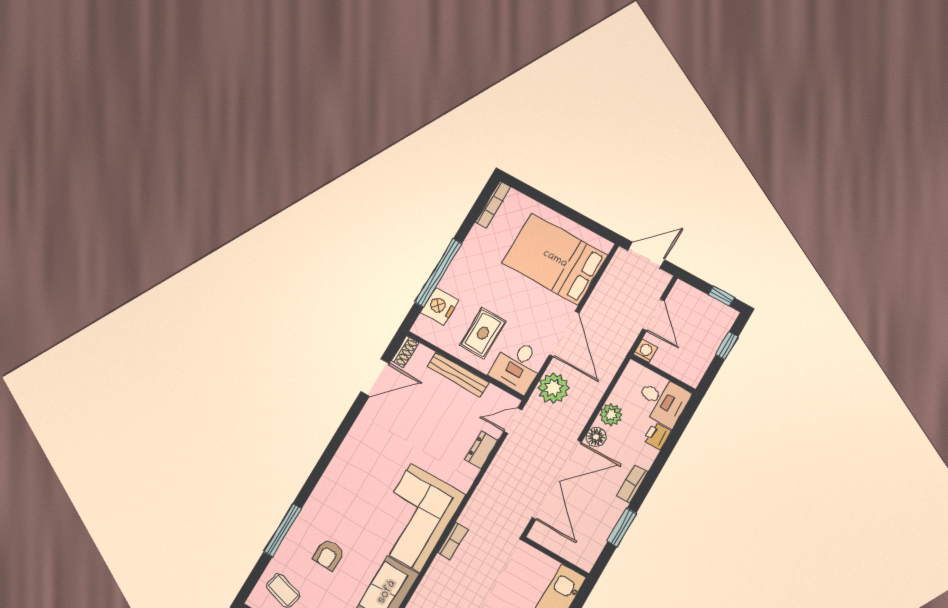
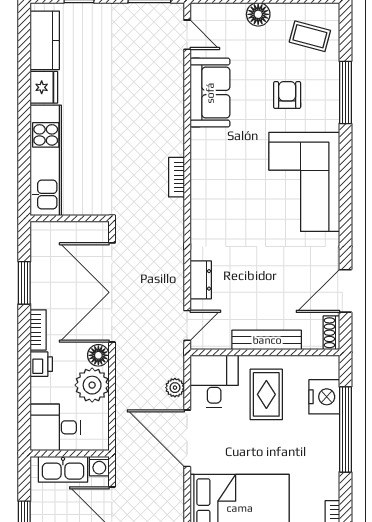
kitchen sink: (675, 365) -> (63, 469), added
plant: (553, 388) -> (175, 388), width x0.53, depth x0.53
plant: (611, 415) -> (92, 385), width x1.36, depth x1.36
printer: (657, 436) -> (41, 364), moved
corner sofa: (415, 518) -> (304, 182), moved, turned 180

